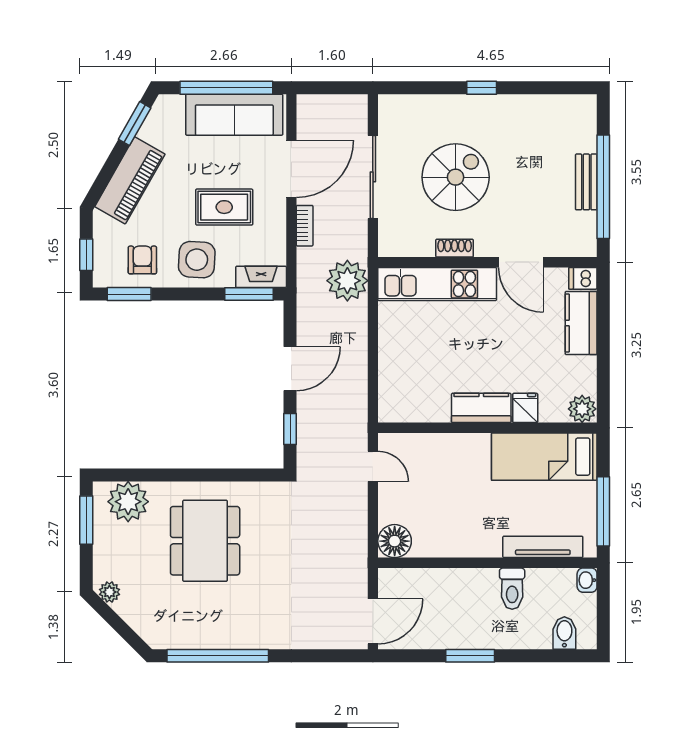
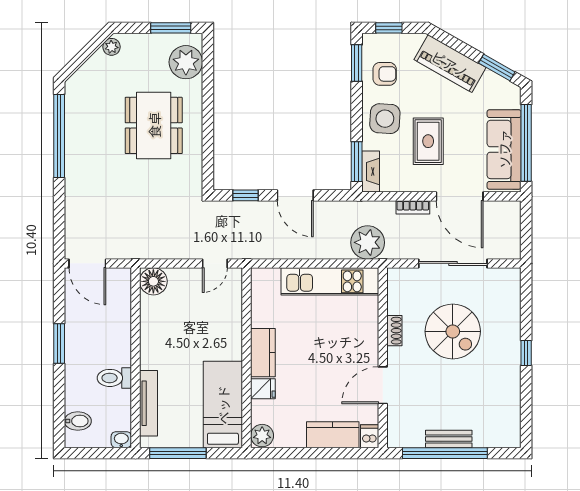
kitchen unit: (437, 284) -> (330, 281), moved, turned -90
dining table: (205, 541) -> (154, 125), turned 90

